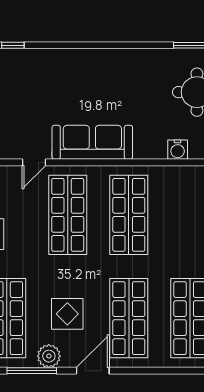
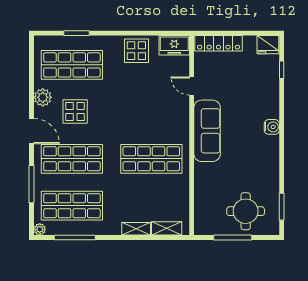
water cooler: (178, 150) -> (272, 127), moved, turned 180
shop shelf: (68, 215) -> (151, 112), removed
window: (32, 371) -> (32, 184), moved

